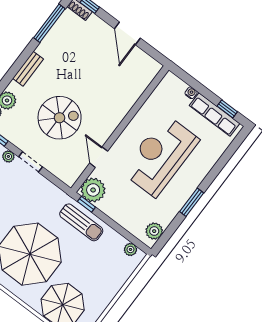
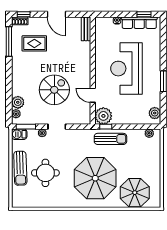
rug: (77, 47) -> (34, 43), added
bench: (28, 69) -> (86, 29), moved

